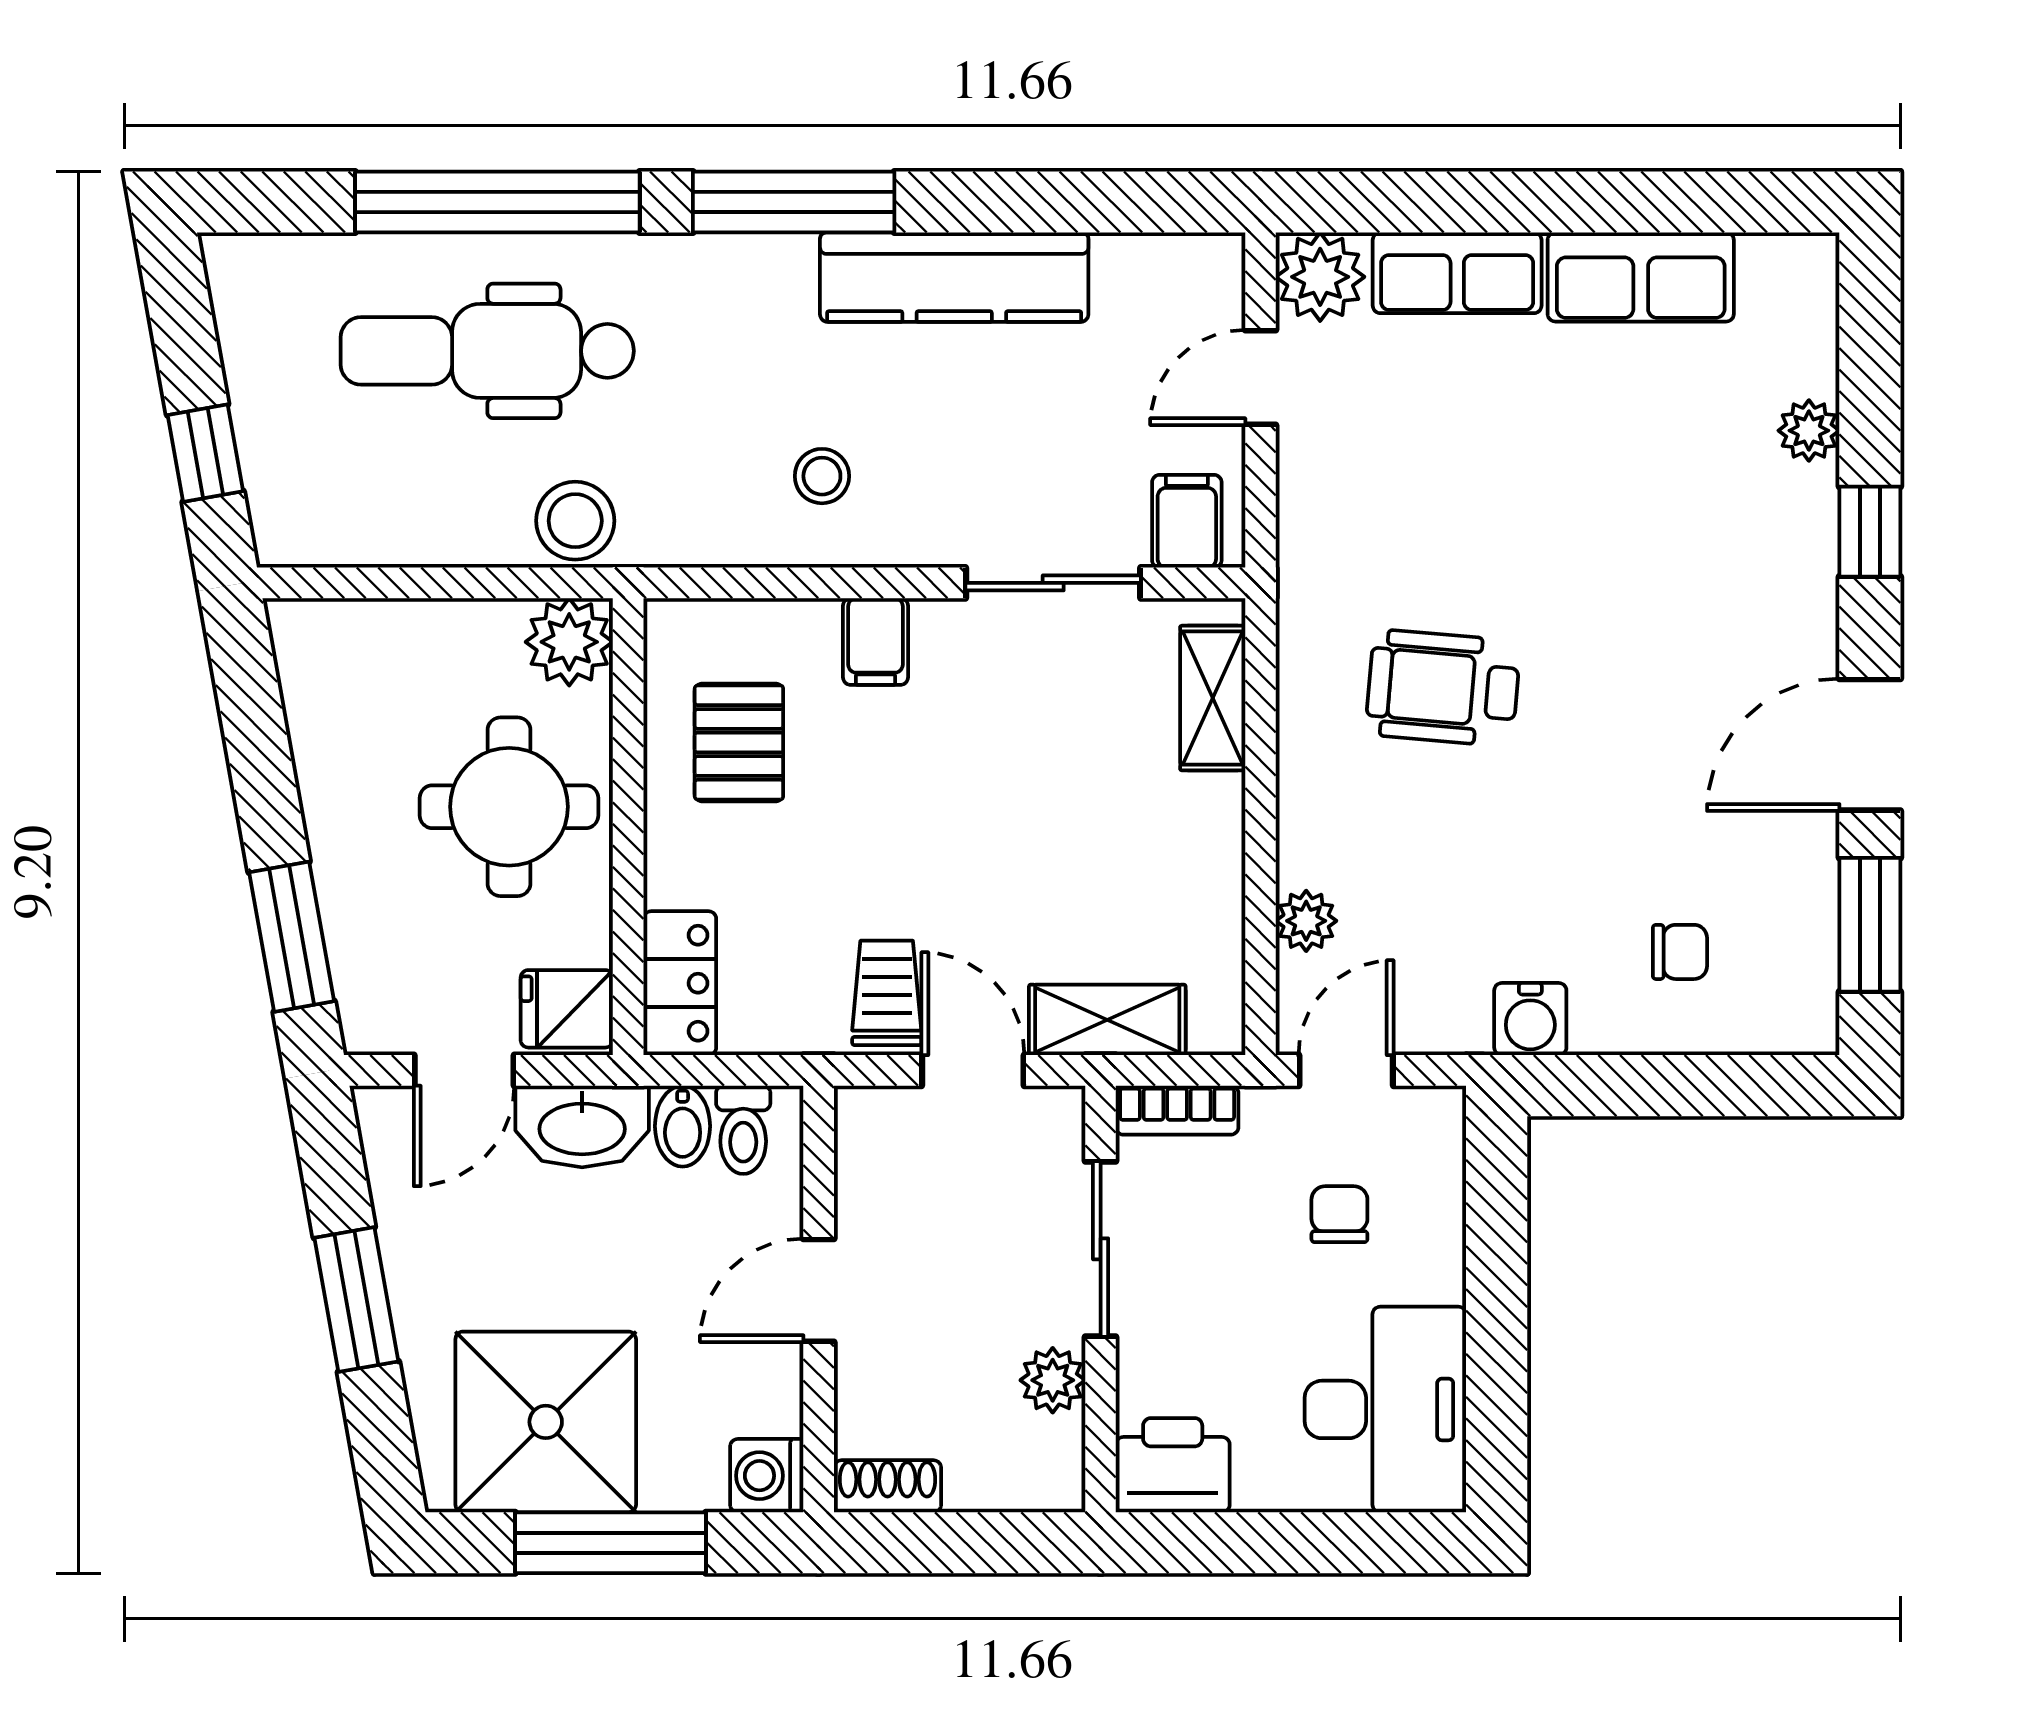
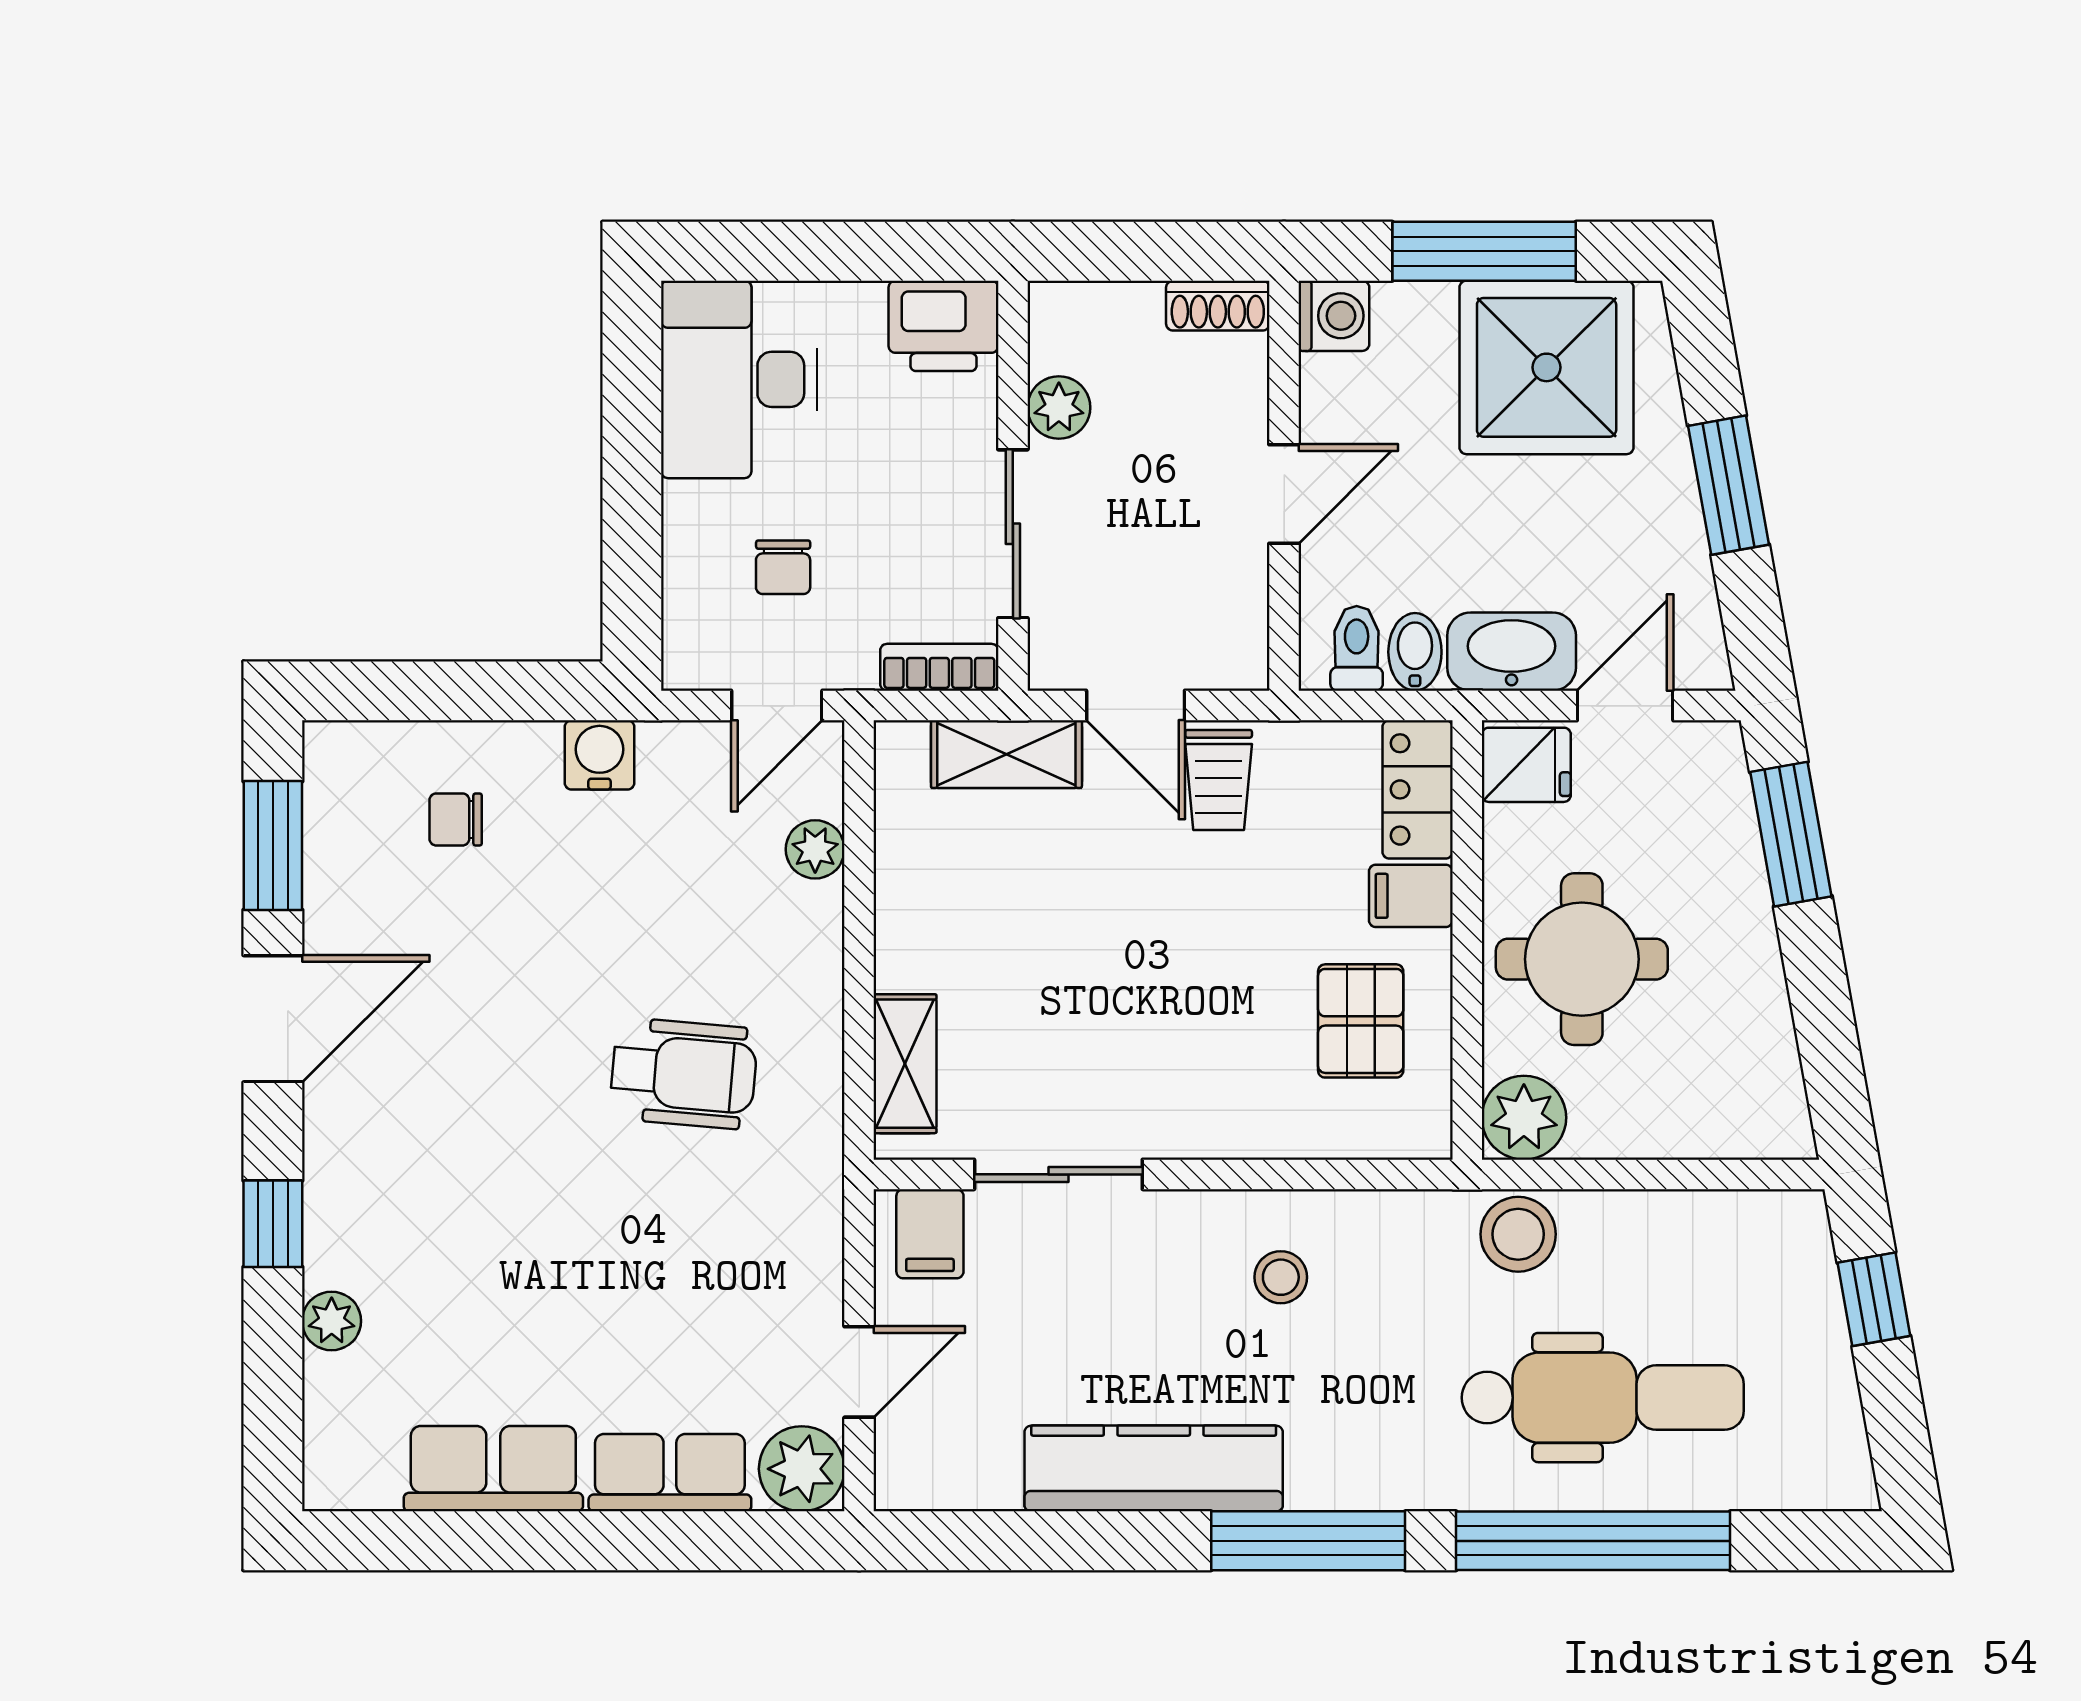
filing cabinet: (875, 641) -> (1411, 896), moved, turned -90

